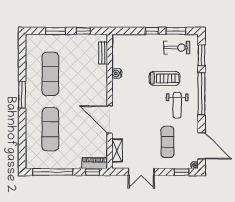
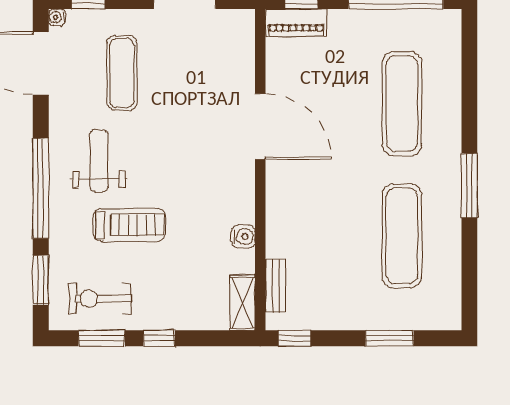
window: (83, 31) -> (295, 338), moved
treadmill: (164, 78) -> (129, 225), turned 180
shelving: (117, 150) -> (243, 303), moved

